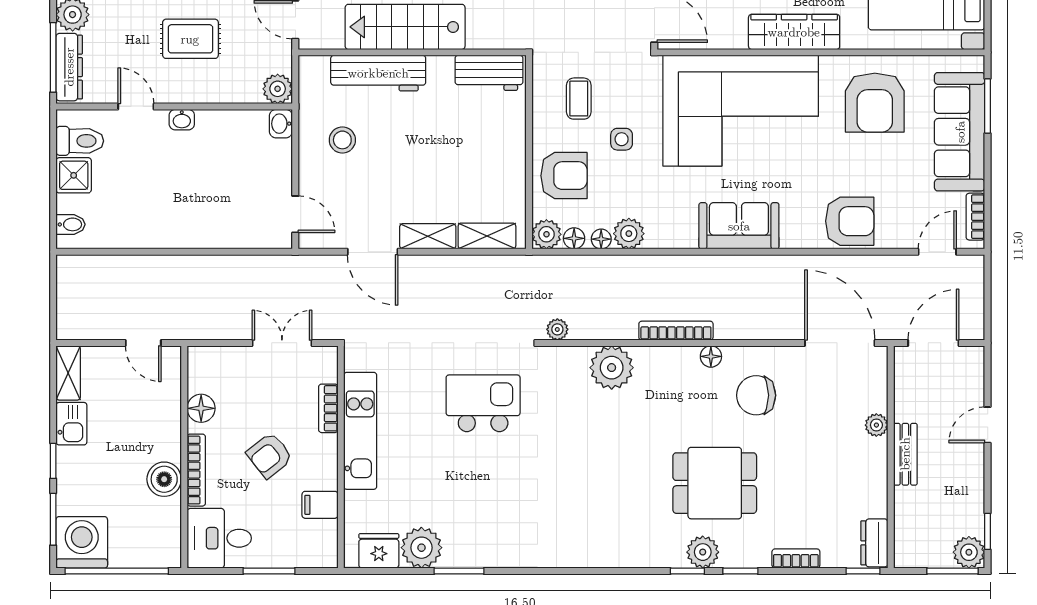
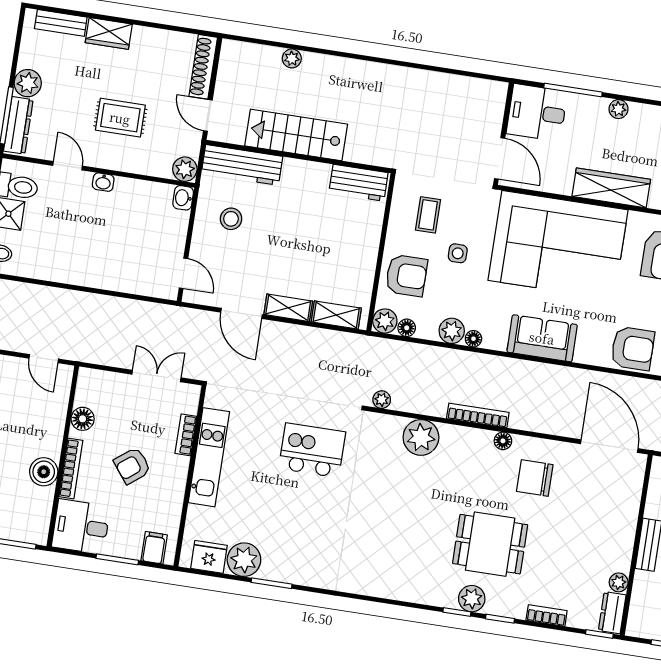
workbench: (378, 73) -> (242, 165), moved
floor lamp: (601, 239) -> (473, 339), moved
plant: (876, 425) -> (619, 582), moved
filing cabinet: (320, 505) -> (154, 548), moved, turned 90

